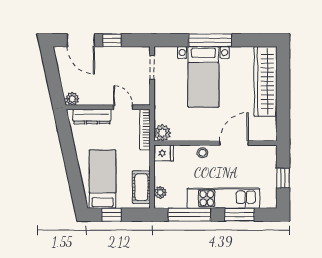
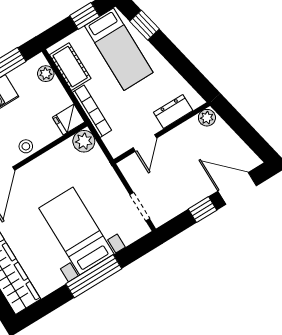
door: (123, 107) -> (145, 143), hinge flipped
dresser: (92, 116) -> (173, 111), width x0.70
bookcase: (145, 130) -> (92, 111), moved
window: (76, 185) -> (145, 25), added

